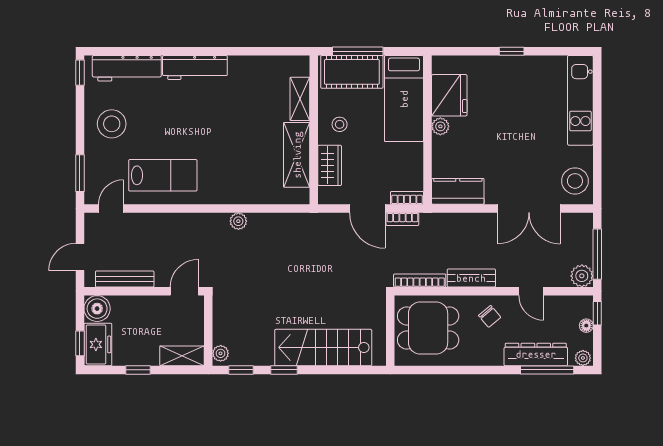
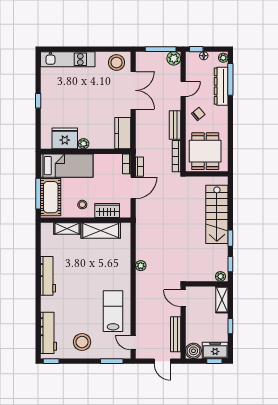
workbench: (195, 68) -> (48, 276), moved

